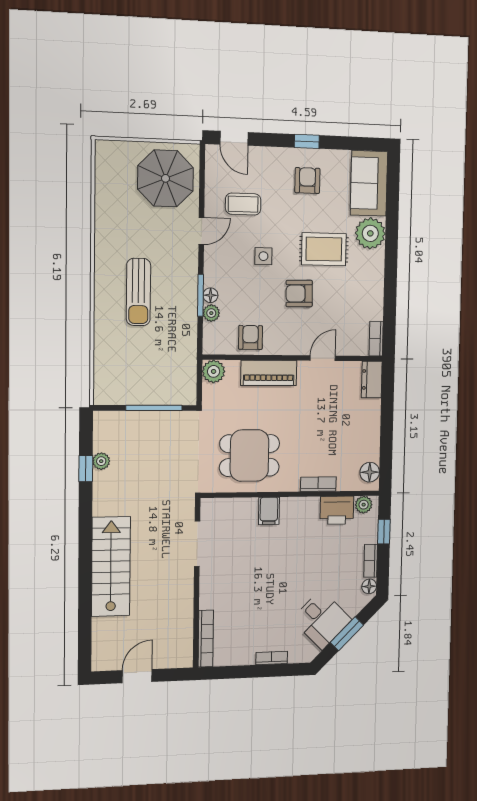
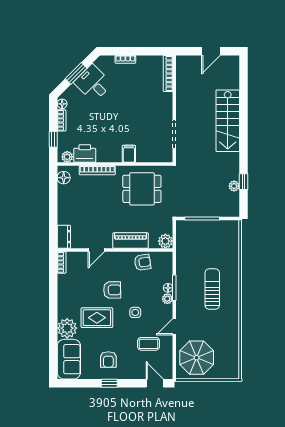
plant: (211, 313) -> (167, 299), moved
armchair: (250, 337) -> (143, 262), turned -99
bookcase: (318, 484) -> (97, 170), width x1.56

